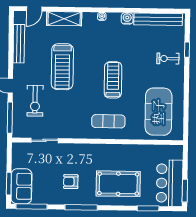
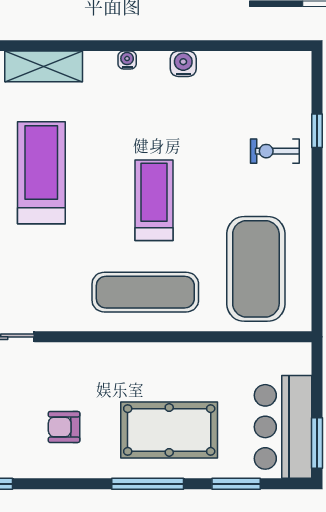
bench: (158, 19) -> (252, 64), removed
treadmill: (62, 67) -> (41, 173), turned 180
exercise mat: (108, 121) -> (145, 292), width x1.36, depth x1.45
window: (81, 207) -> (148, 484), moved

